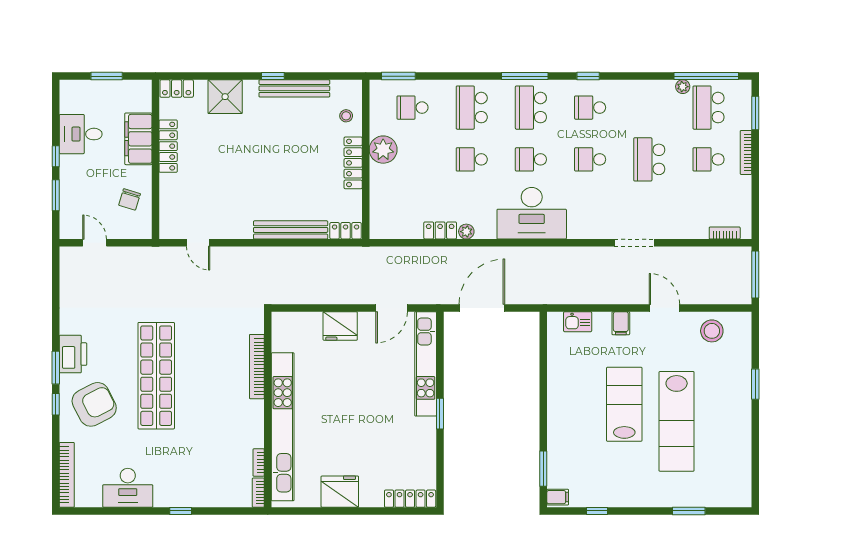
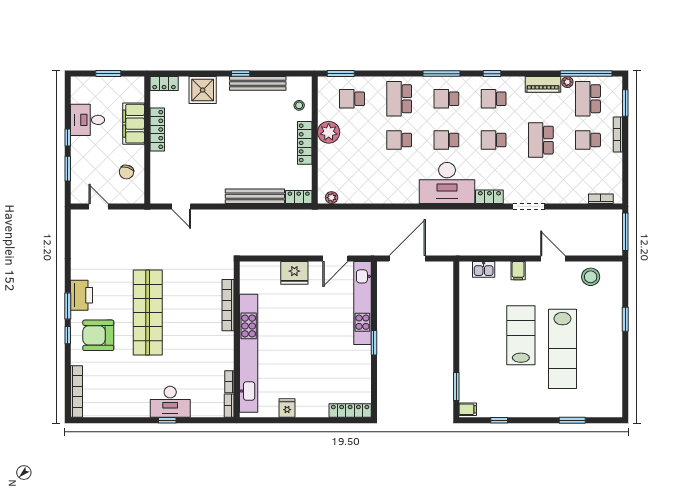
piano: (652, 90) -> (543, 84), added
school desk: (531, 108) -> (446, 99), width x0.54
locker: (440, 230) -> (489, 197), moved
plant: (466, 232) -> (332, 198), moved
armchair: (94, 404) -> (98, 335), turned -153
desk: (128, 488) -> (170, 402), moved
fridge: (340, 492) -> (287, 408), width x0.53, depth x0.75

